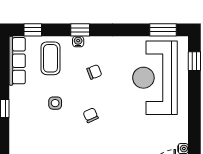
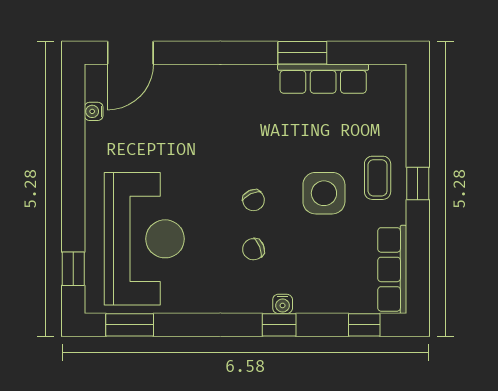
coffee table: (51, 58) -> (378, 178), moved, width x0.73, depth x0.77
side table: (55, 103) -> (324, 193), width x1.87, depth x1.87
chair: (91, 115) -> (254, 200), moved

